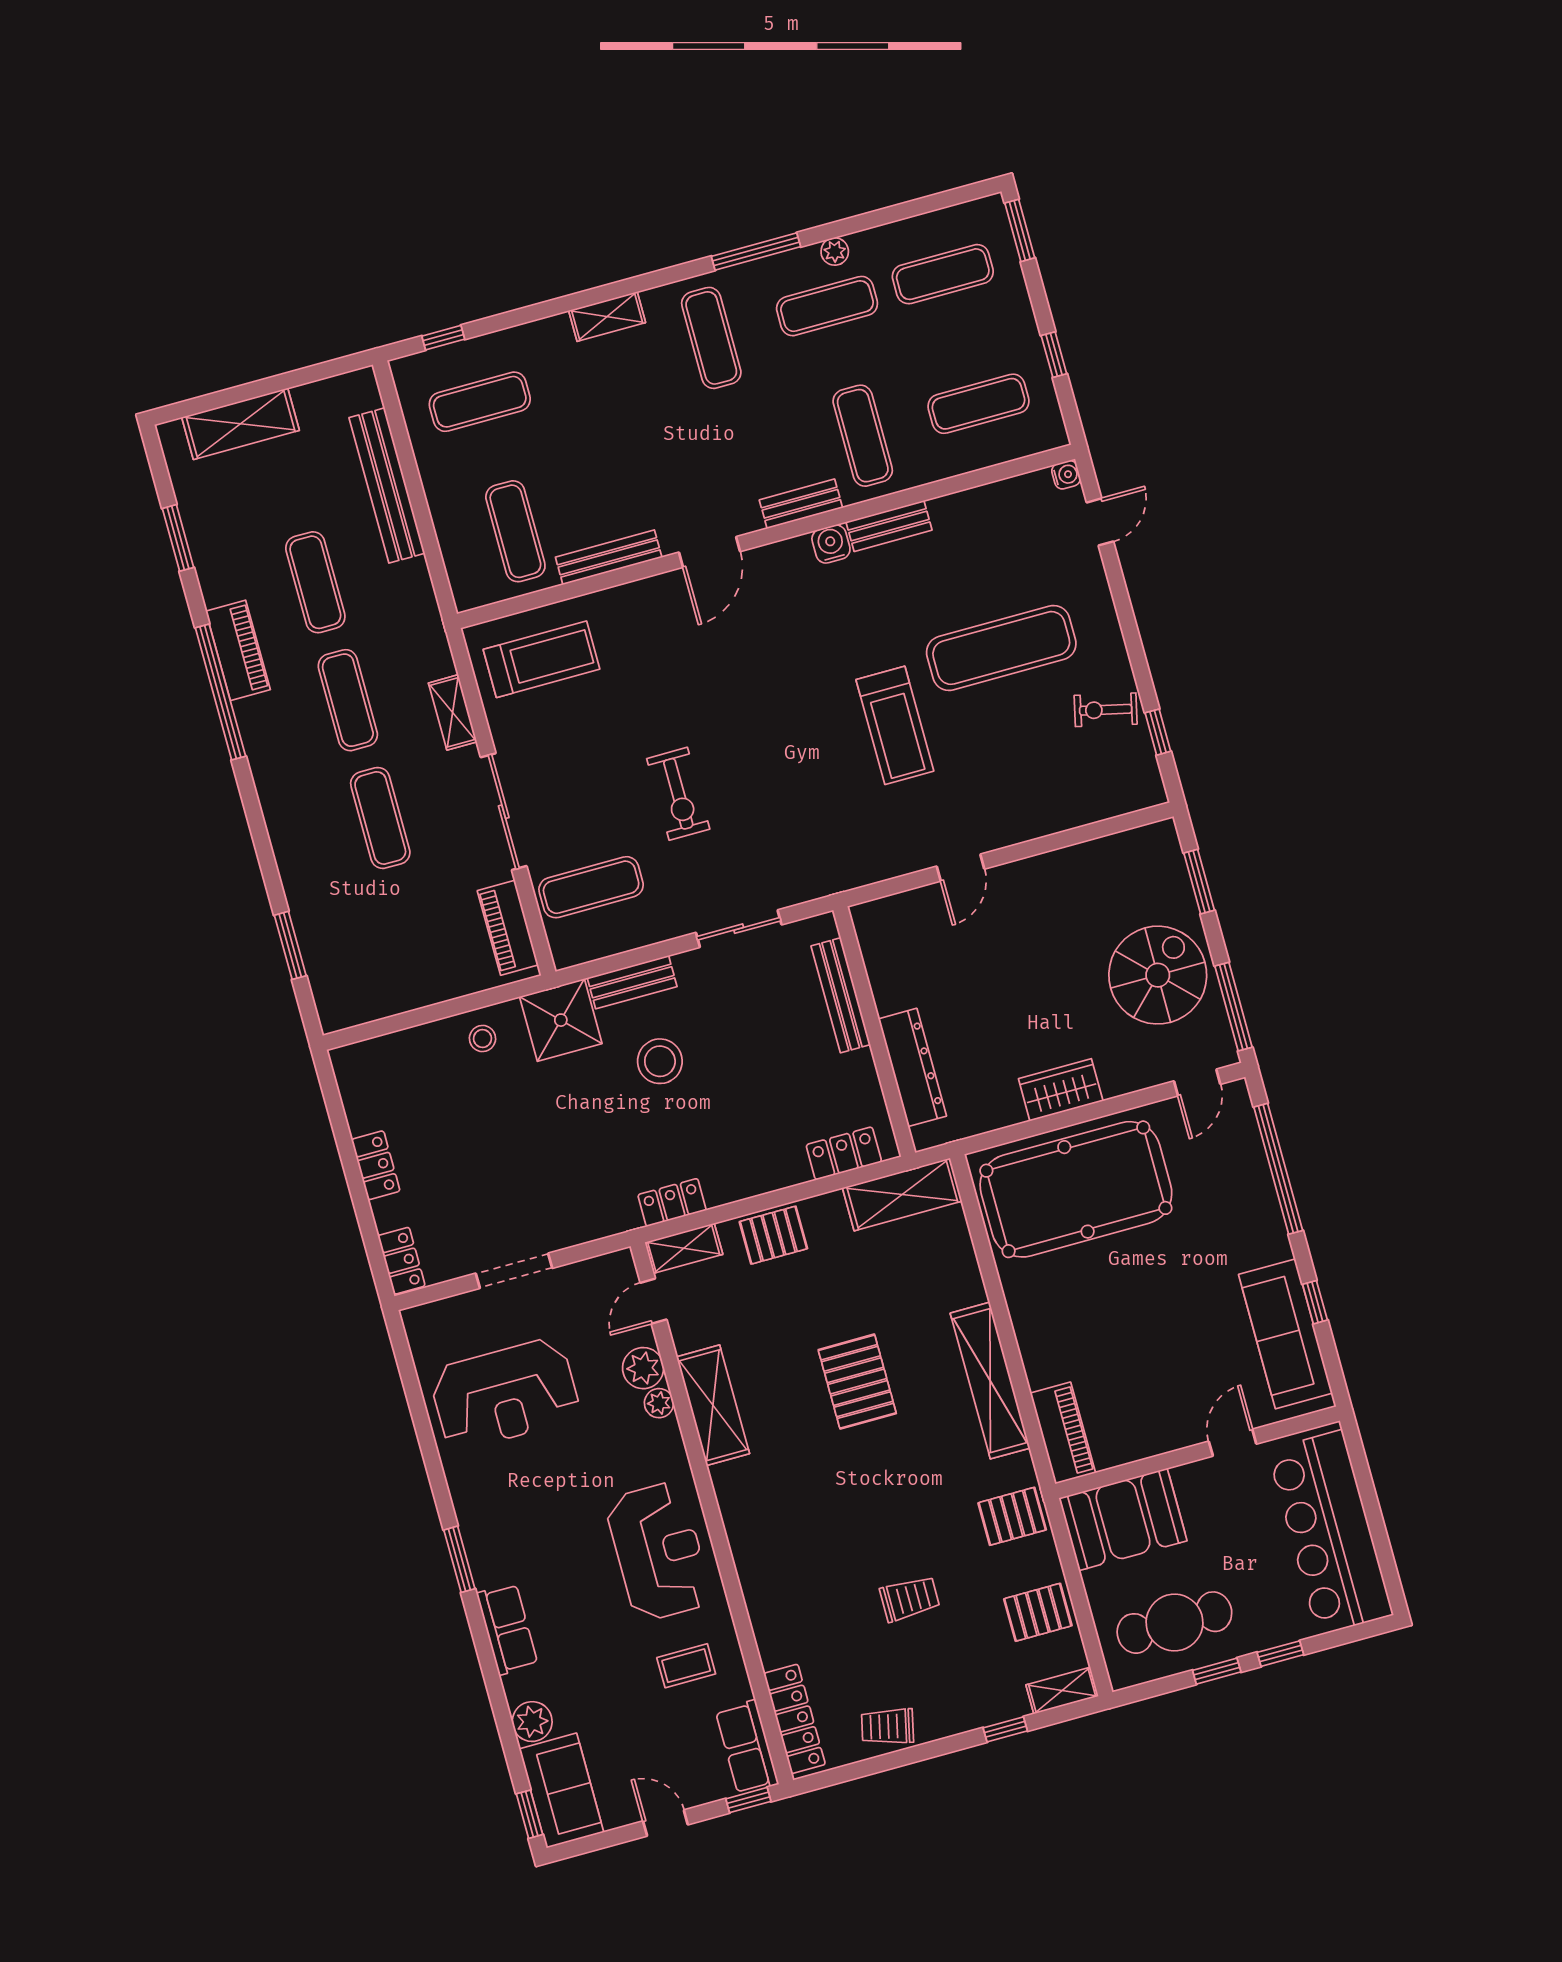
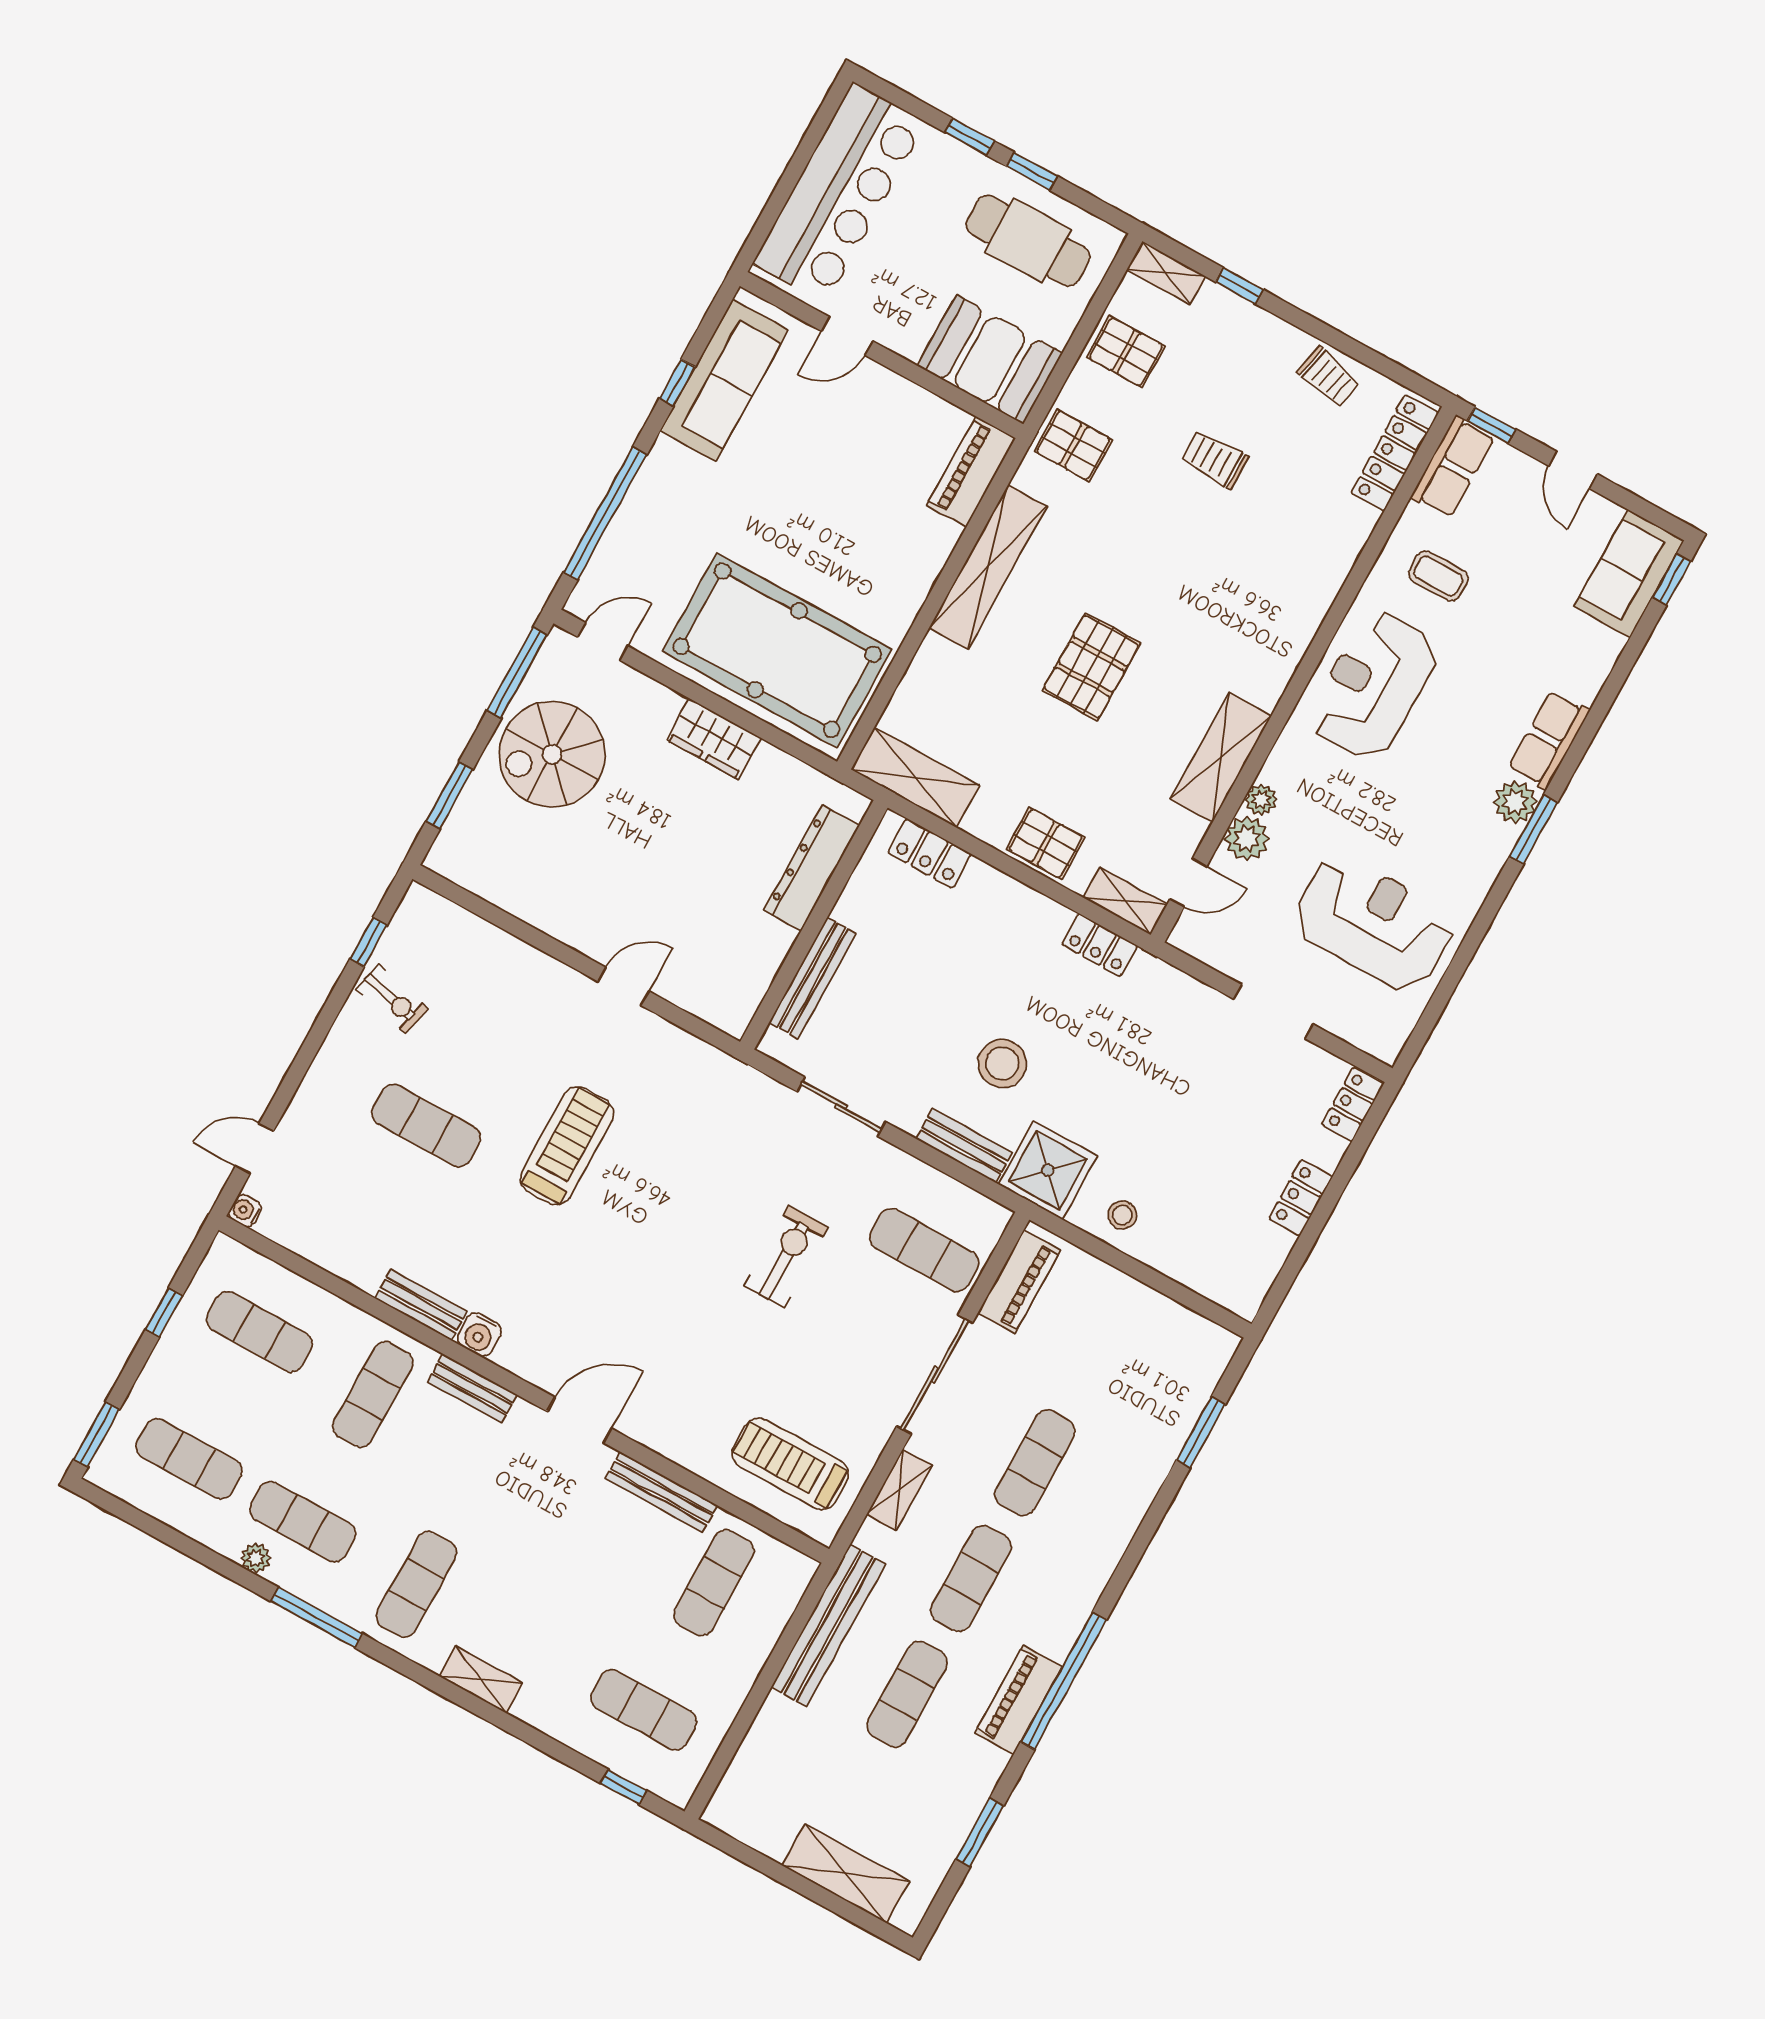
bench: (387, 485) -> (828, 1625), moved
exercise mat: (1001, 648) -> (426, 1126), width x0.73, depth x0.69
plant: (532, 1722) -> (1515, 802), moved

